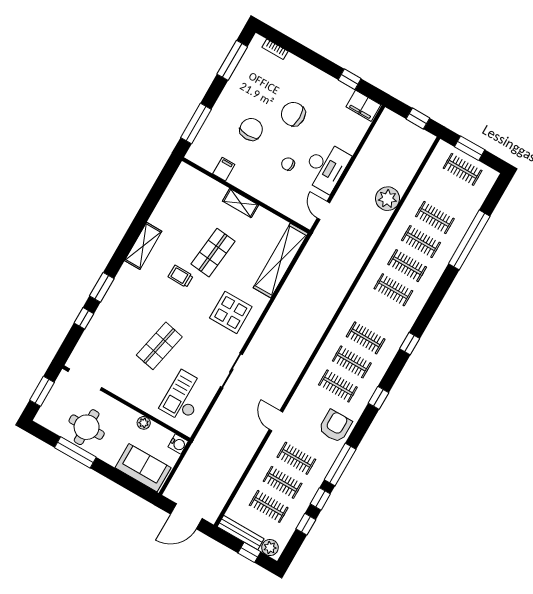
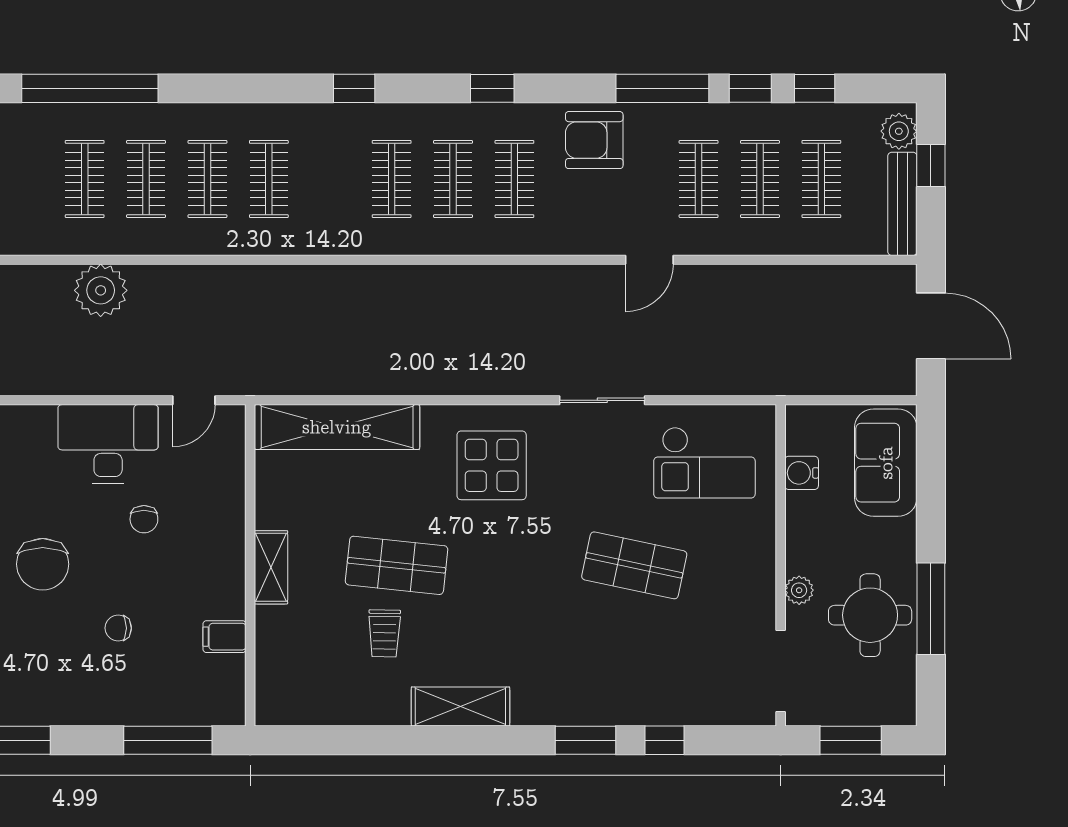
chair: (251, 129) -> (118, 628), width x0.54, depth x0.54
trolley: (181, 276) -> (384, 633), moved
plant: (144, 423) -> (799, 590), moved
water cooler: (178, 444) -> (802, 473), moved, turned -90

